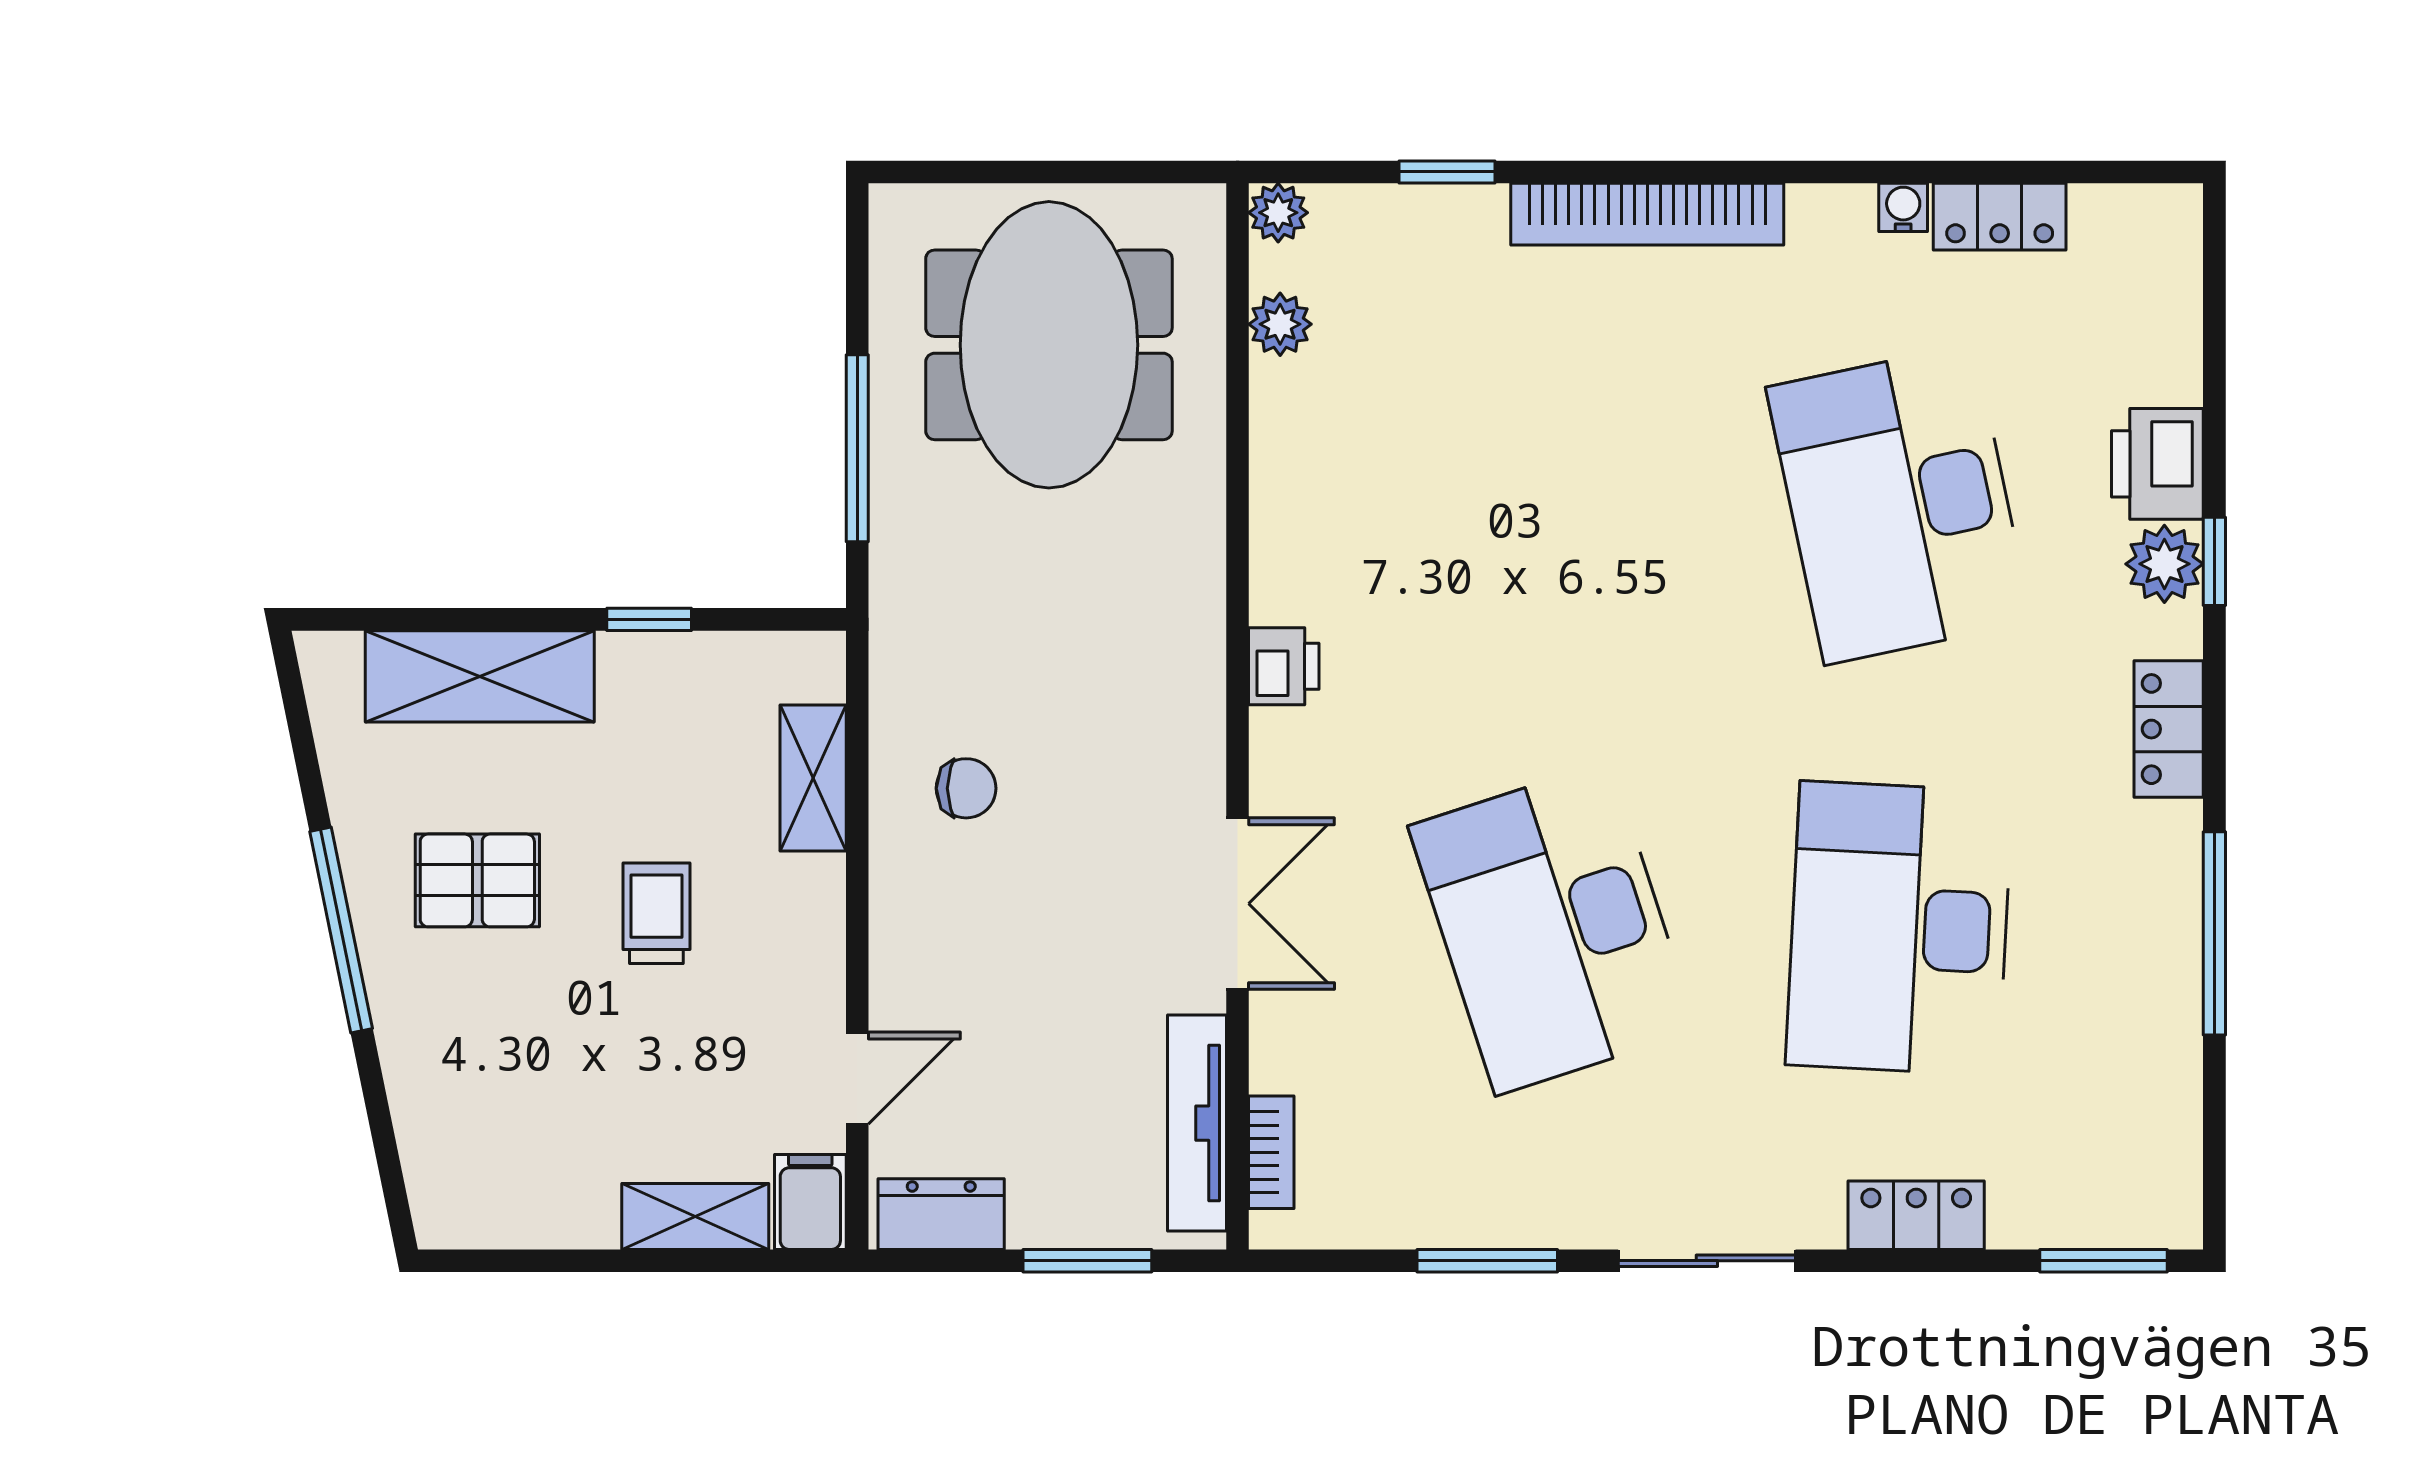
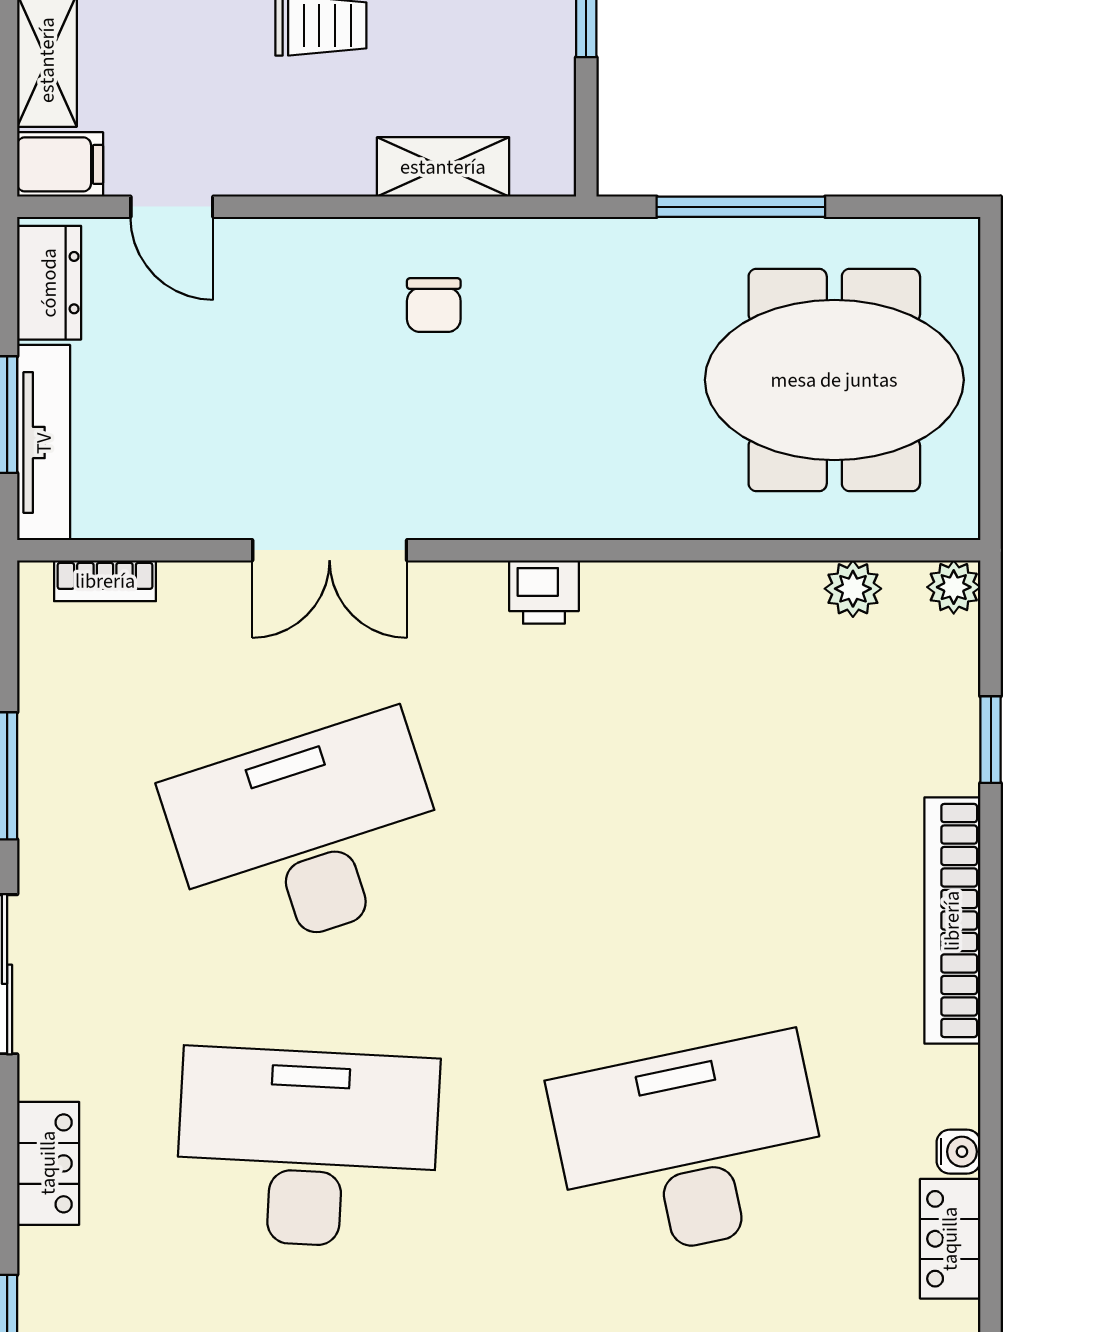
tv unit: (1197, 1123) -> (44, 443), moved, turned 90

